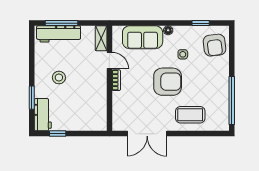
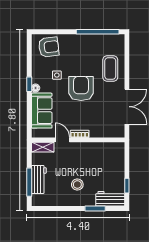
window: (201, 23) -> (29, 84), moved
workbench: (59, 34) -> (39, 179), width x0.73
door: (109, 60) -> (62, 140), hinge flipped

